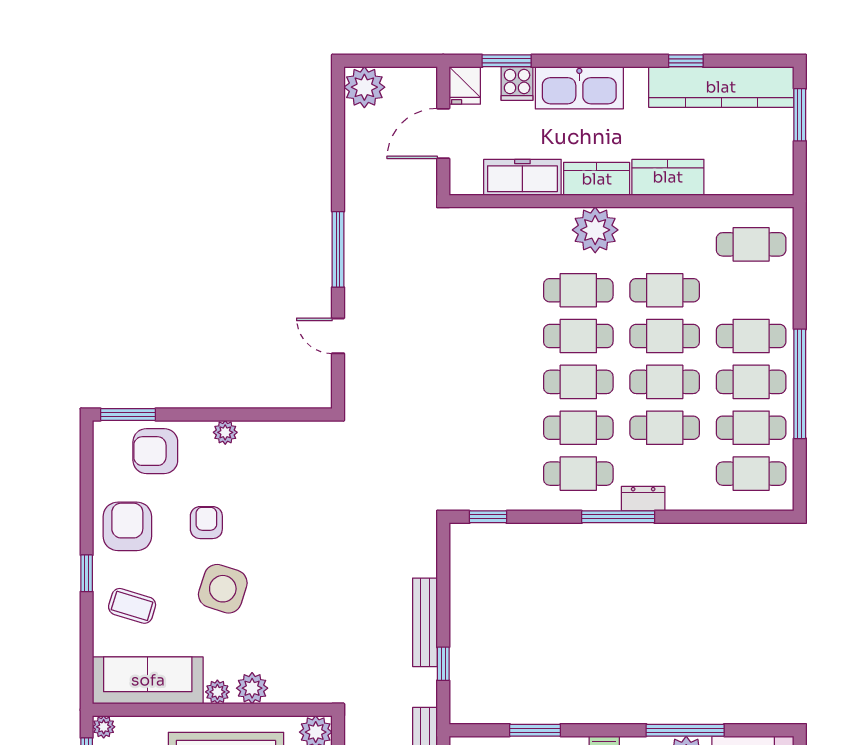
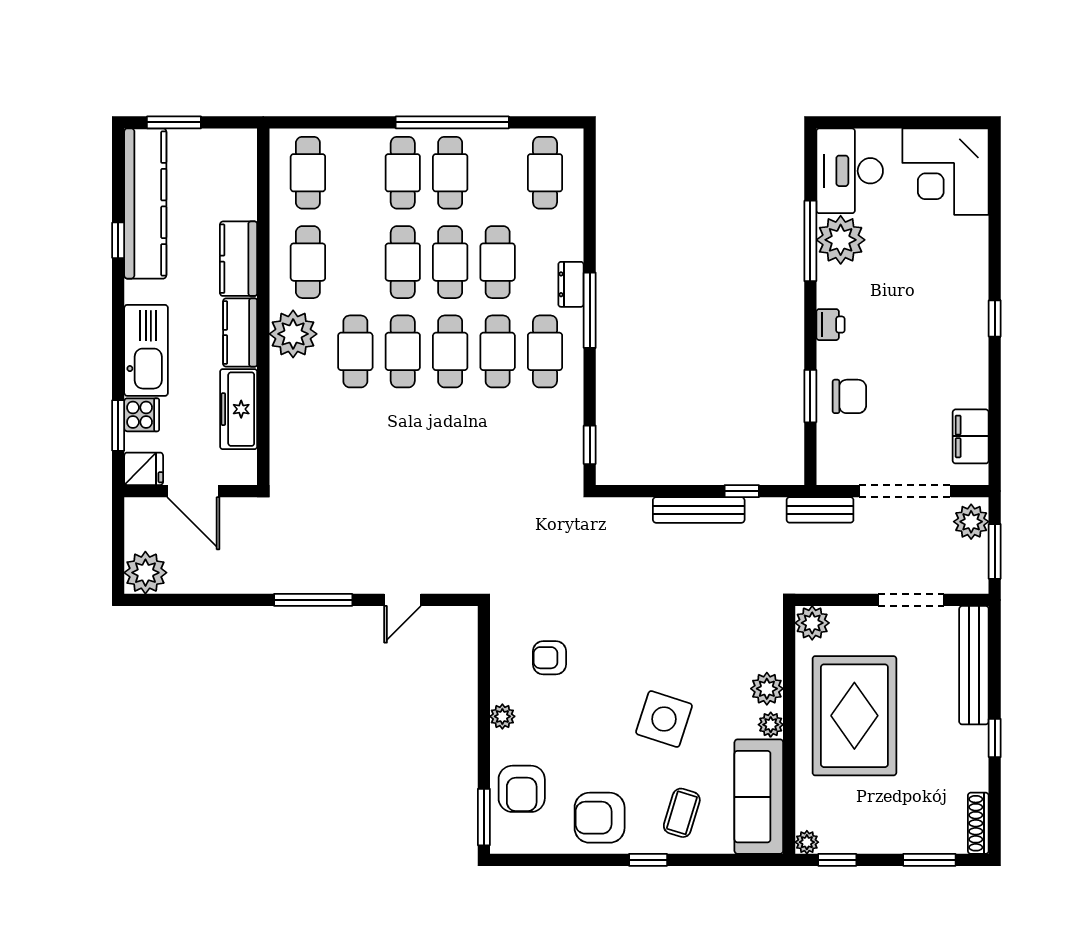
cafe table: (665, 290) -> (308, 262), moved
cafe table: (751, 428) -> (498, 173), removed
armchair: (206, 523) -> (550, 658), moved

